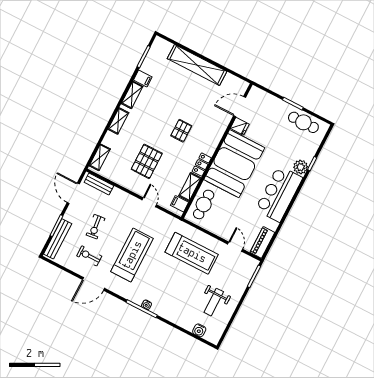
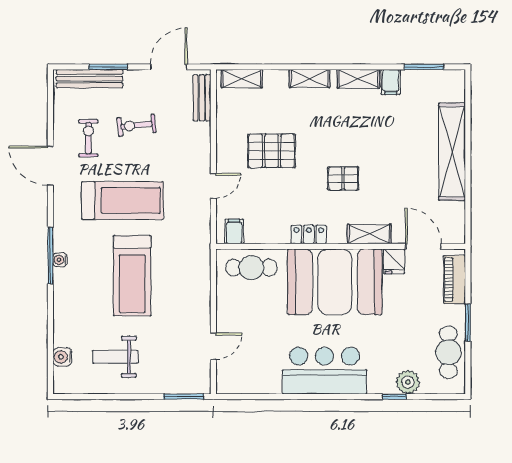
plant: (301, 167) -> (408, 382), moved
shelving: (190, 187) -> (369, 234), moved
piano: (262, 242) -> (455, 280), moved, turned -90
treadmill: (192, 253) -> (132, 276), moved

